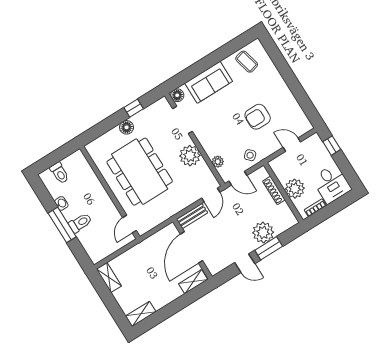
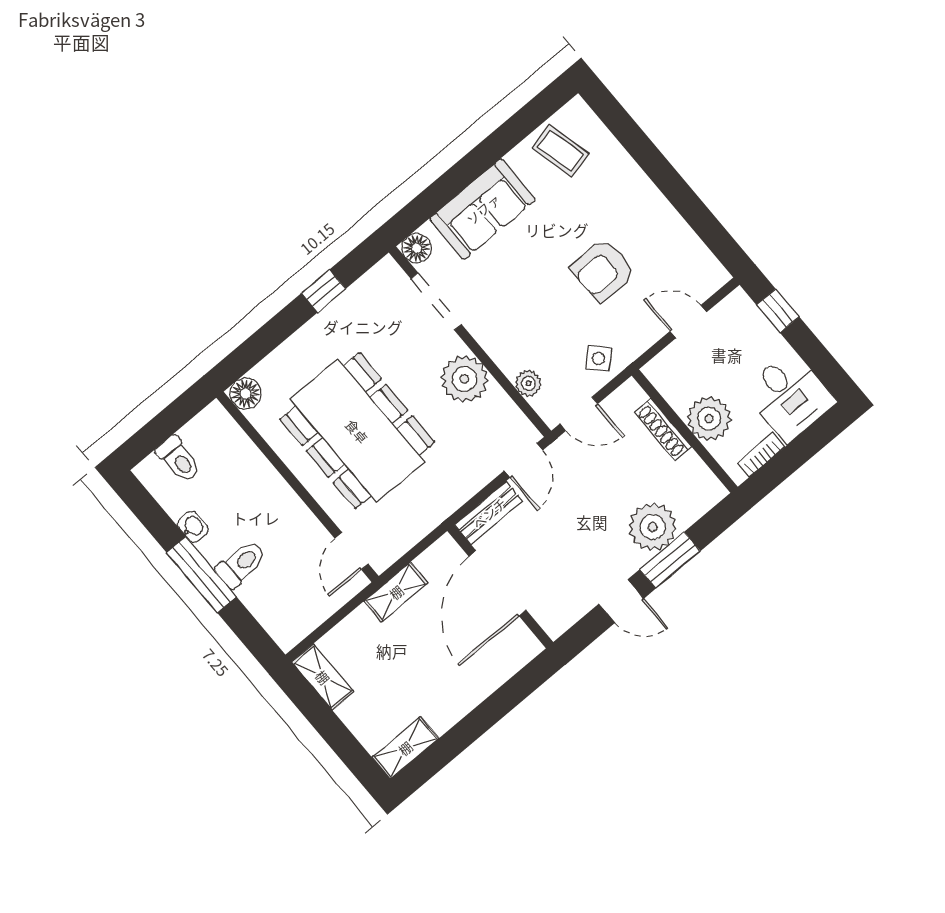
floor lamp: (127, 127) -> (245, 394), moved
shelving: (193, 282) -> (396, 592), moved

